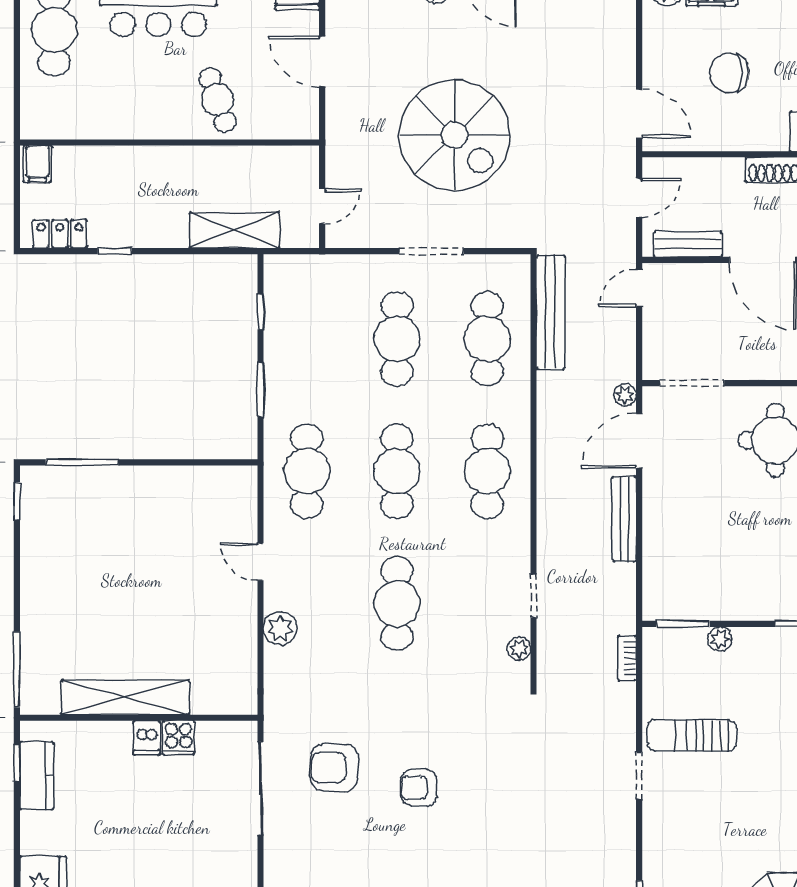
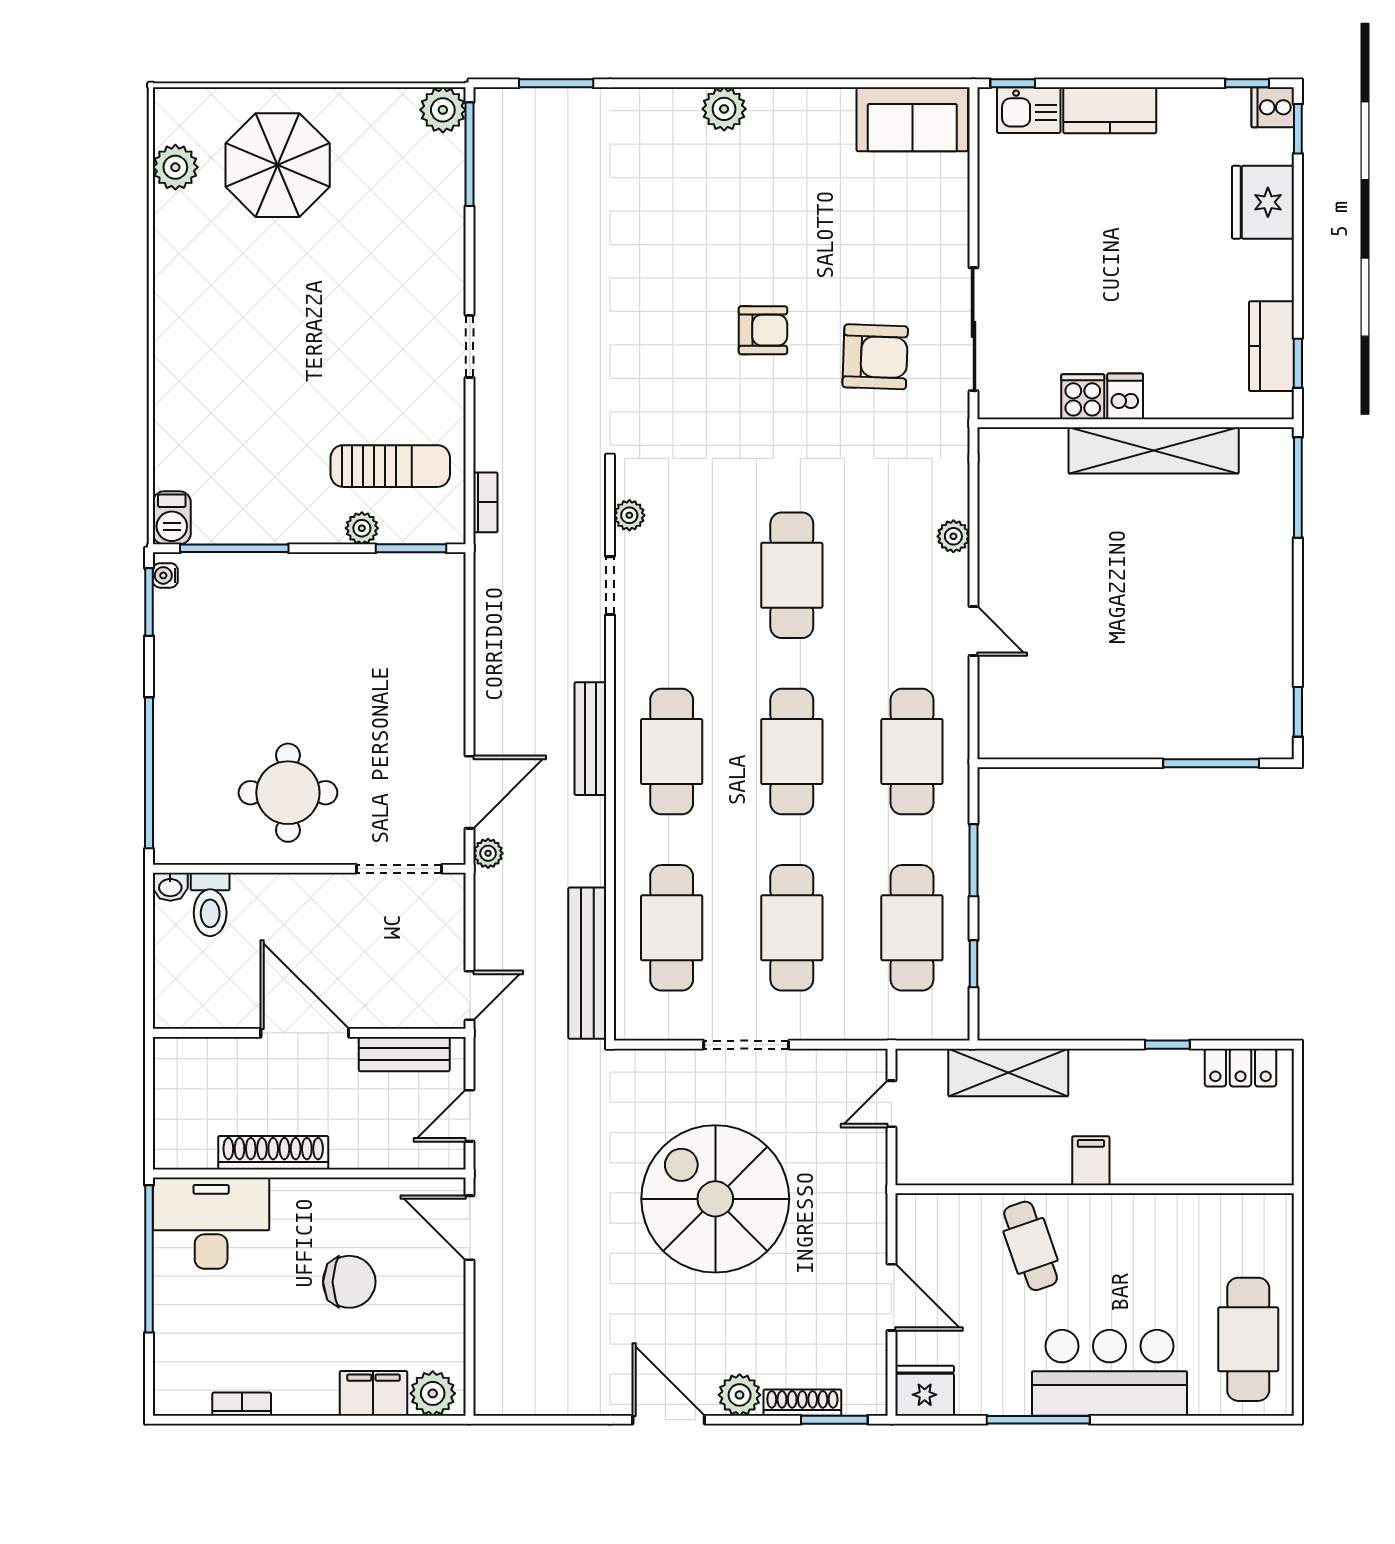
filing cabinet: (37, 164) -> (1091, 1161), moved
cafe table: (307, 339) -> (912, 928), added
bench: (624, 519) -> (590, 739), moved
plant: (280, 628) -> (953, 536), width x0.73, depth x0.73
sun lounger: (692, 735) -> (390, 466), moved

